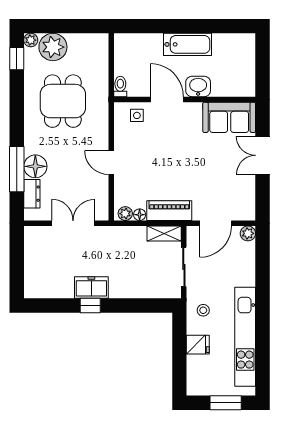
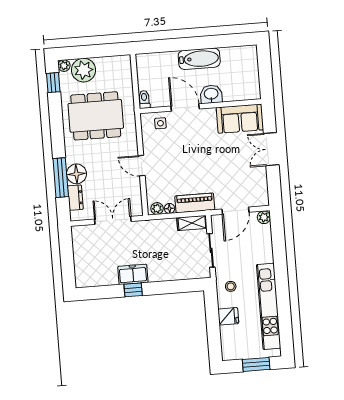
dining table: (63, 101) -> (96, 116), width x1.38

